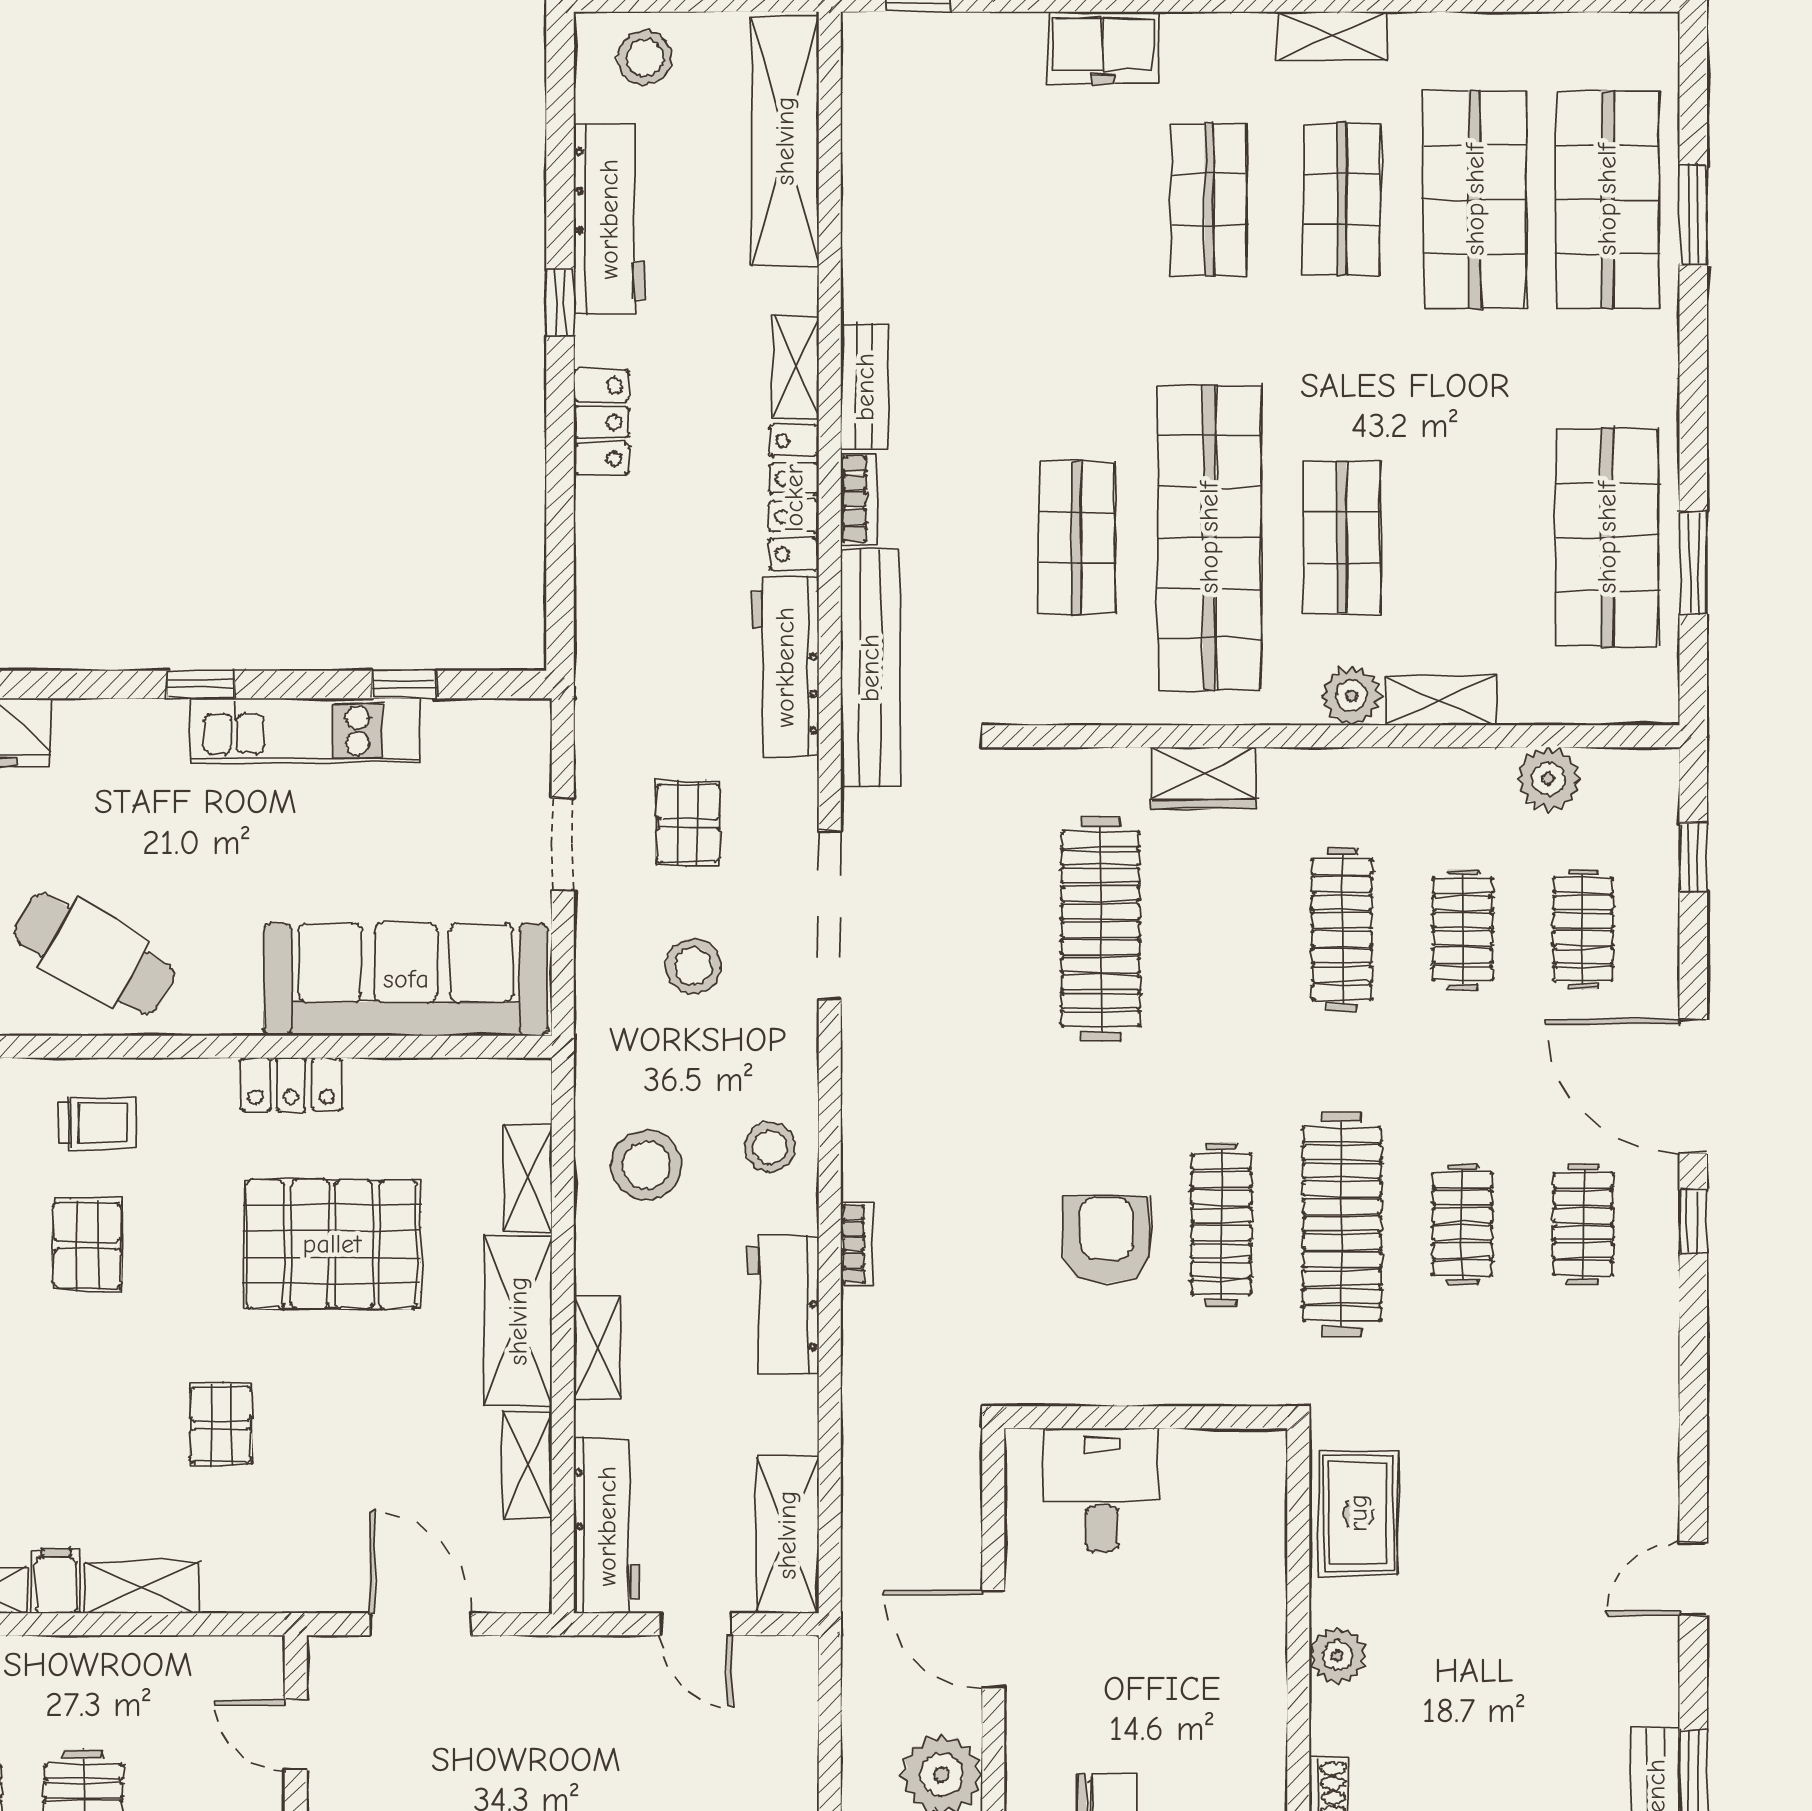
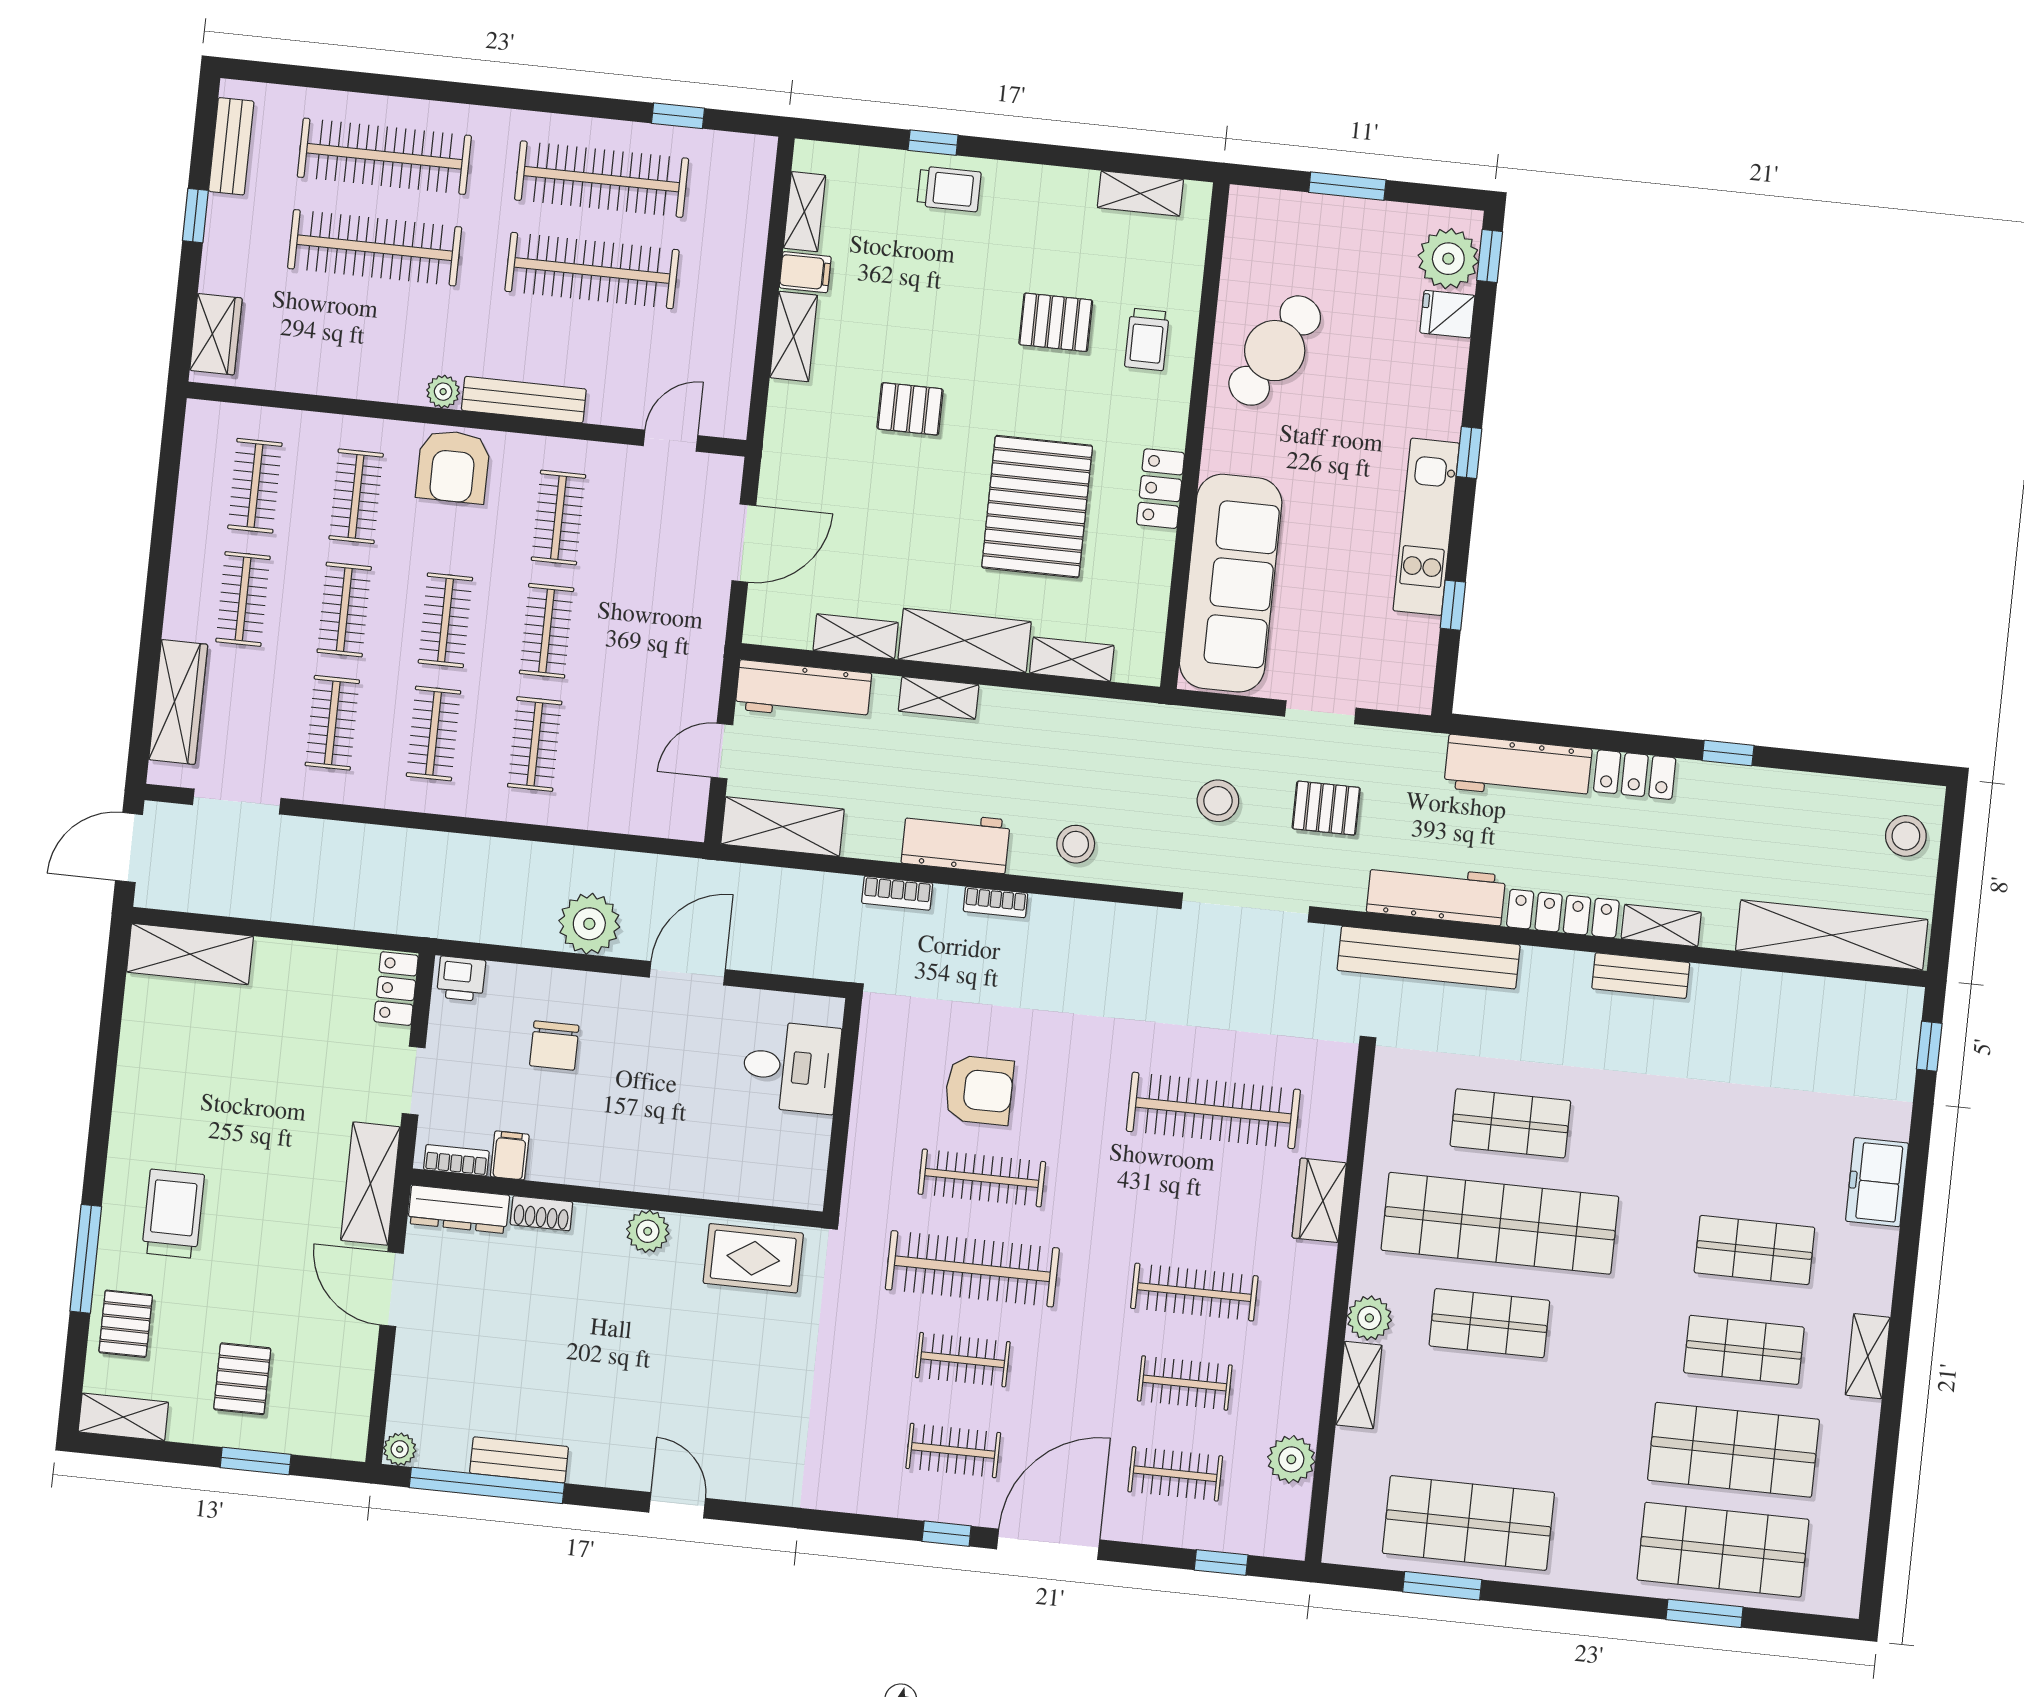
workbench: (609, 219) -> (1518, 768), moved
bookcase: (859, 499) -> (897, 893), moved
stool: (646, 1165) -> (1072, 749), removed

